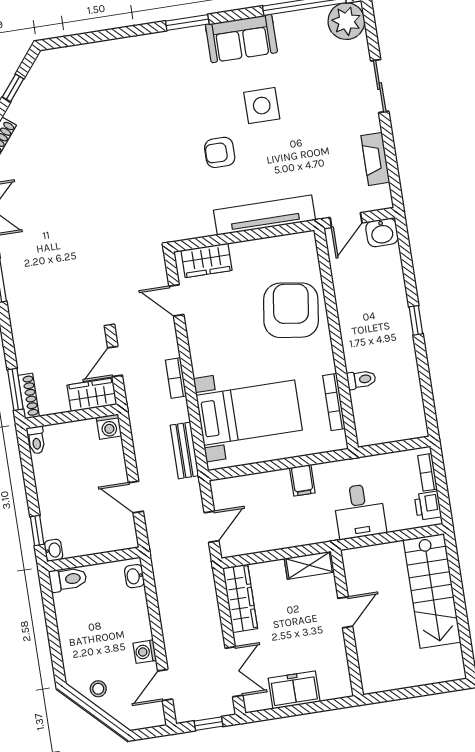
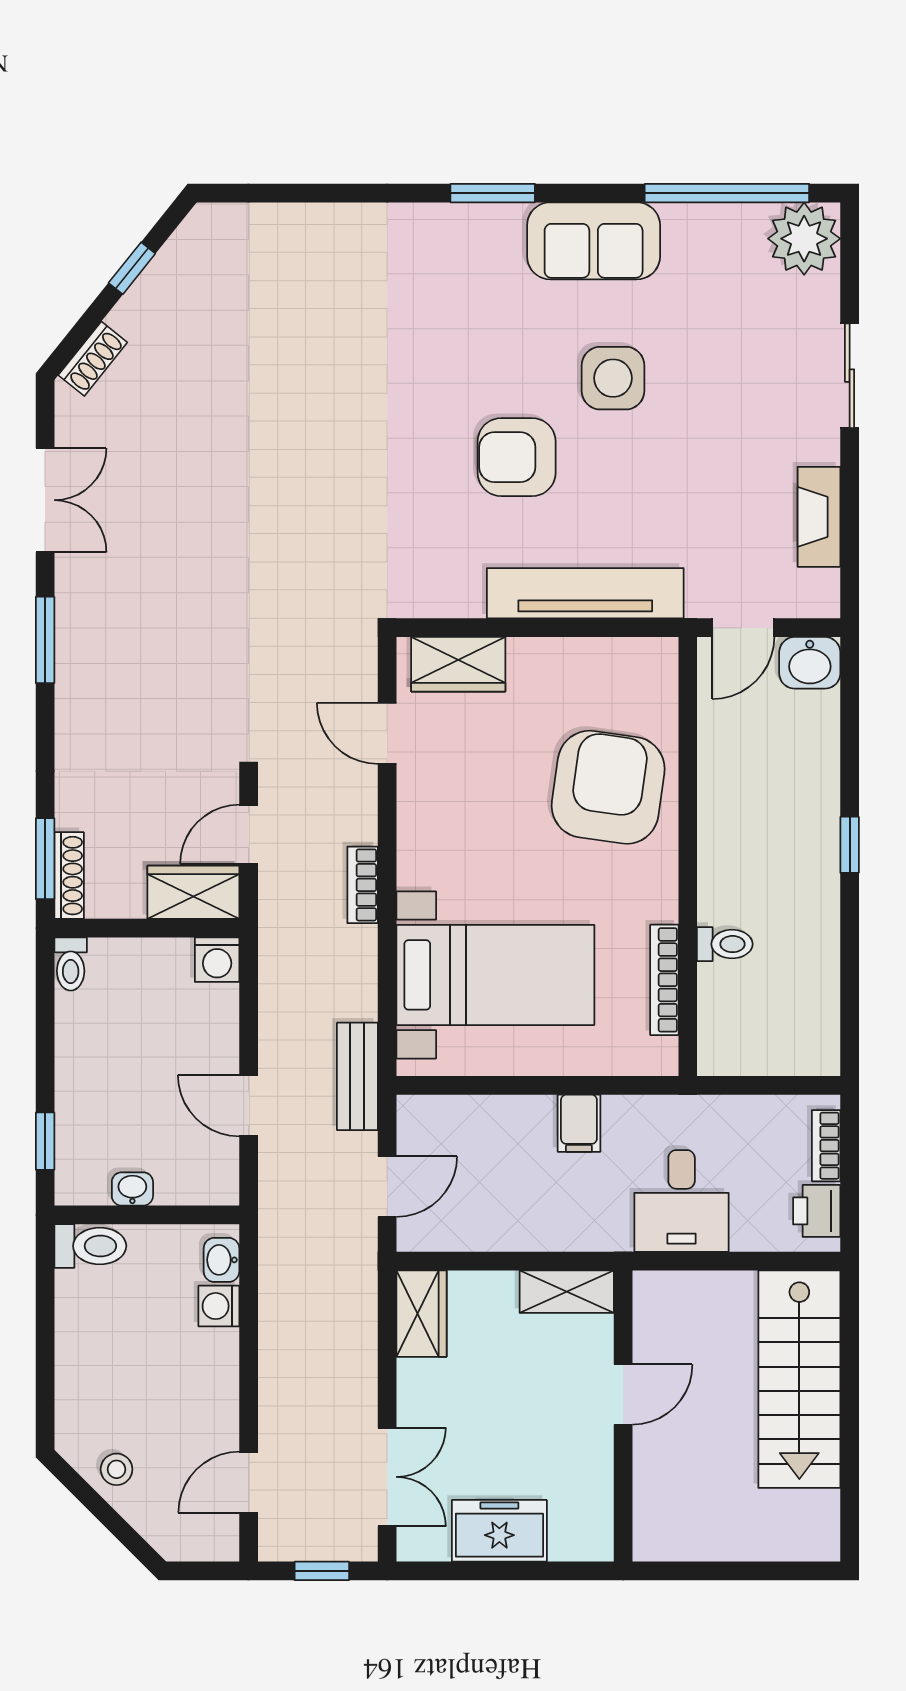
armchair: (220, 152) -> (517, 457), width x1.38, depth x1.38
bench: (184, 450) -> (357, 1076), moved
washbasin: (53, 550) -> (132, 1189), moved, turned -90
wardrobe: (240, 598) -> (422, 1314), width x0.67
washing machine: (145, 652) -> (219, 1306), moved

